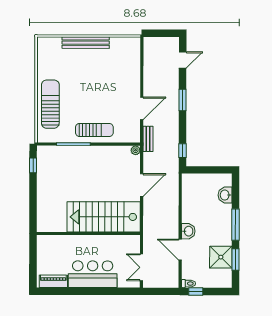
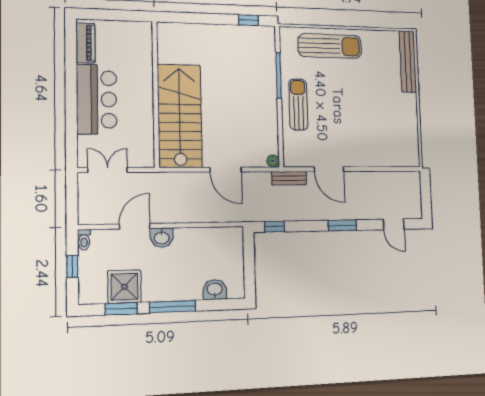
bench: (86, 43) -> (408, 62), moved
sun lounger: (94, 130) -> (298, 105), turned 180
window: (196, 291) -> (72, 266), moved

